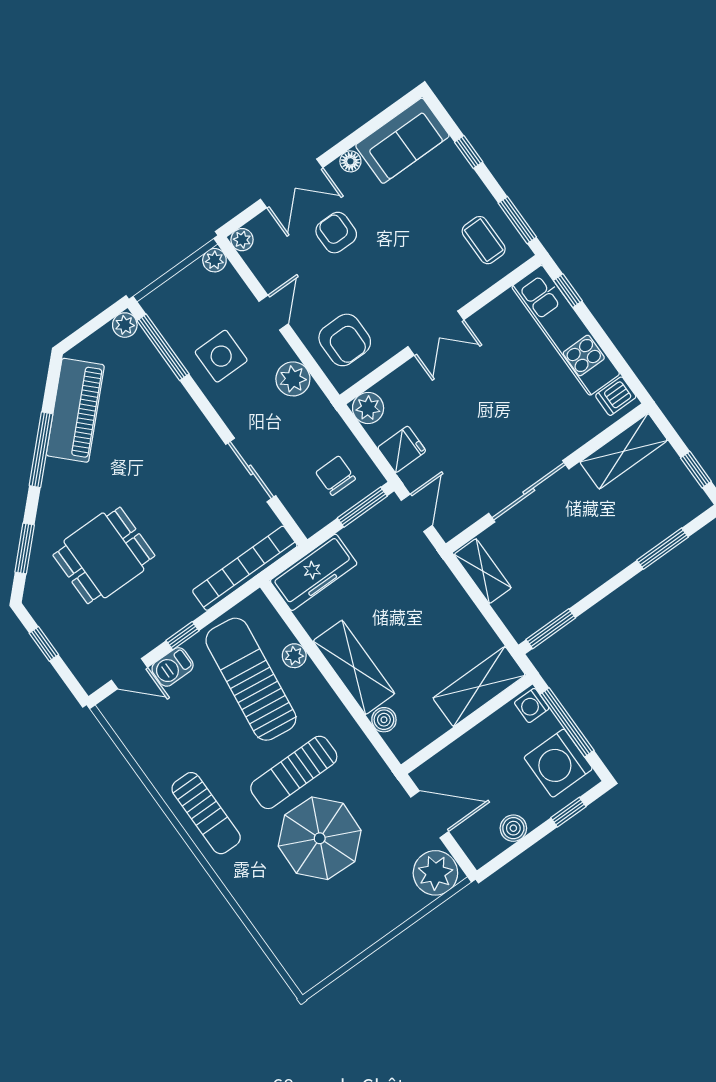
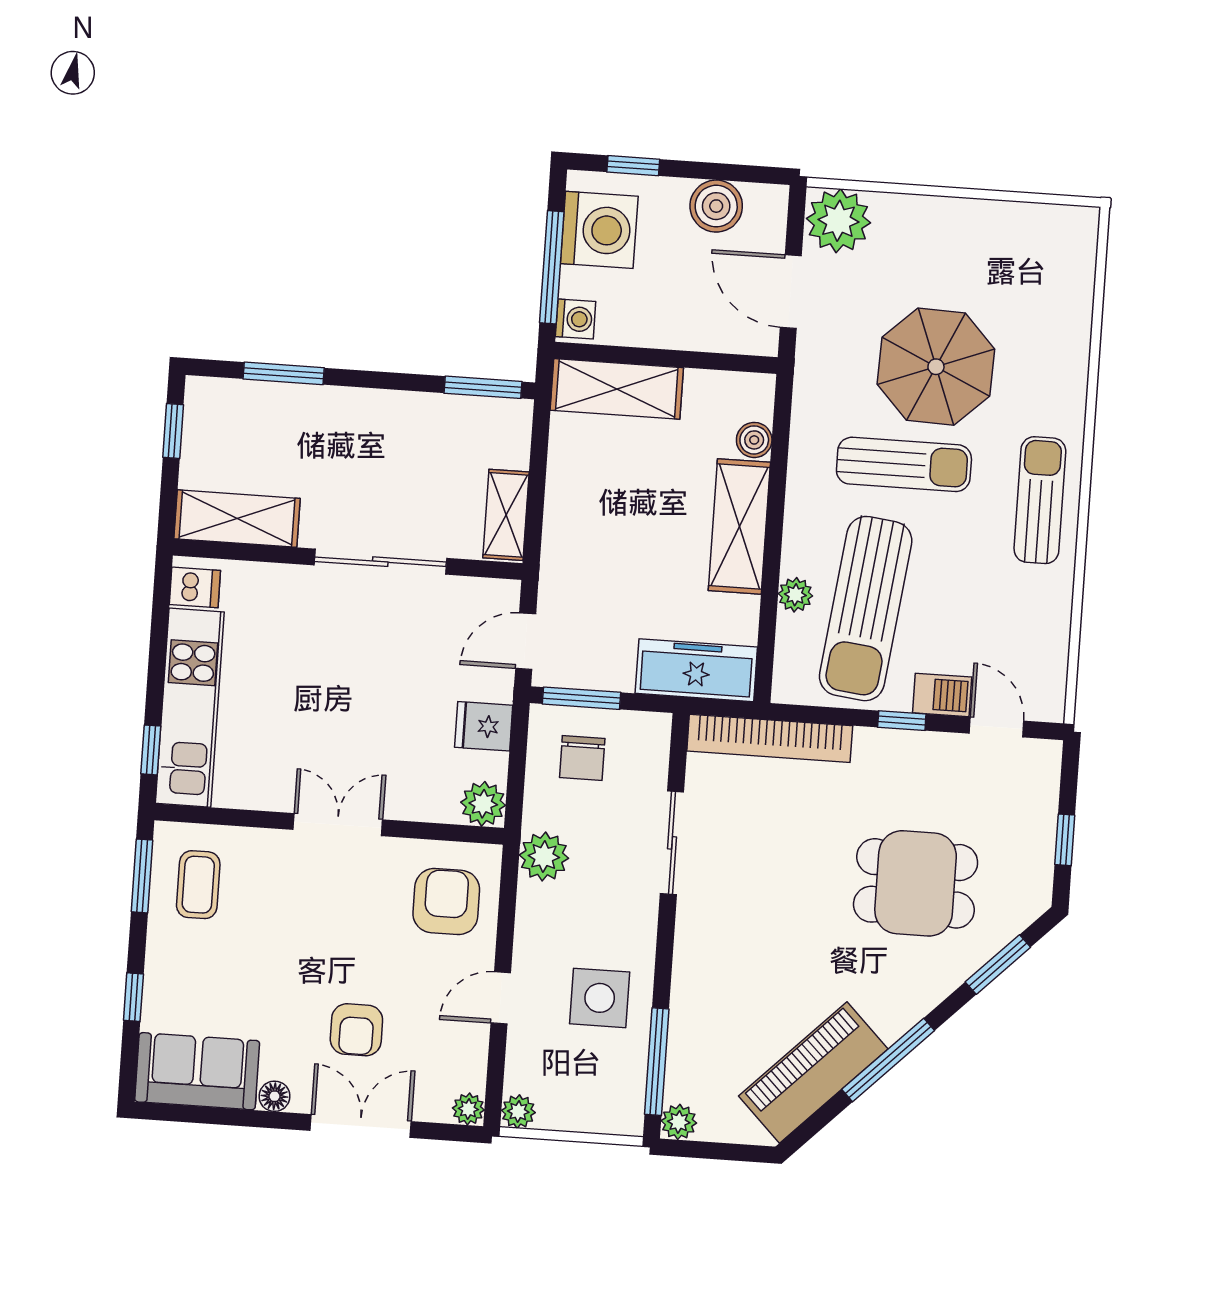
plant: (293, 379) -> (544, 857), moved
boiler: (513, 828) -> (716, 206), width x1.36, depth x1.36

